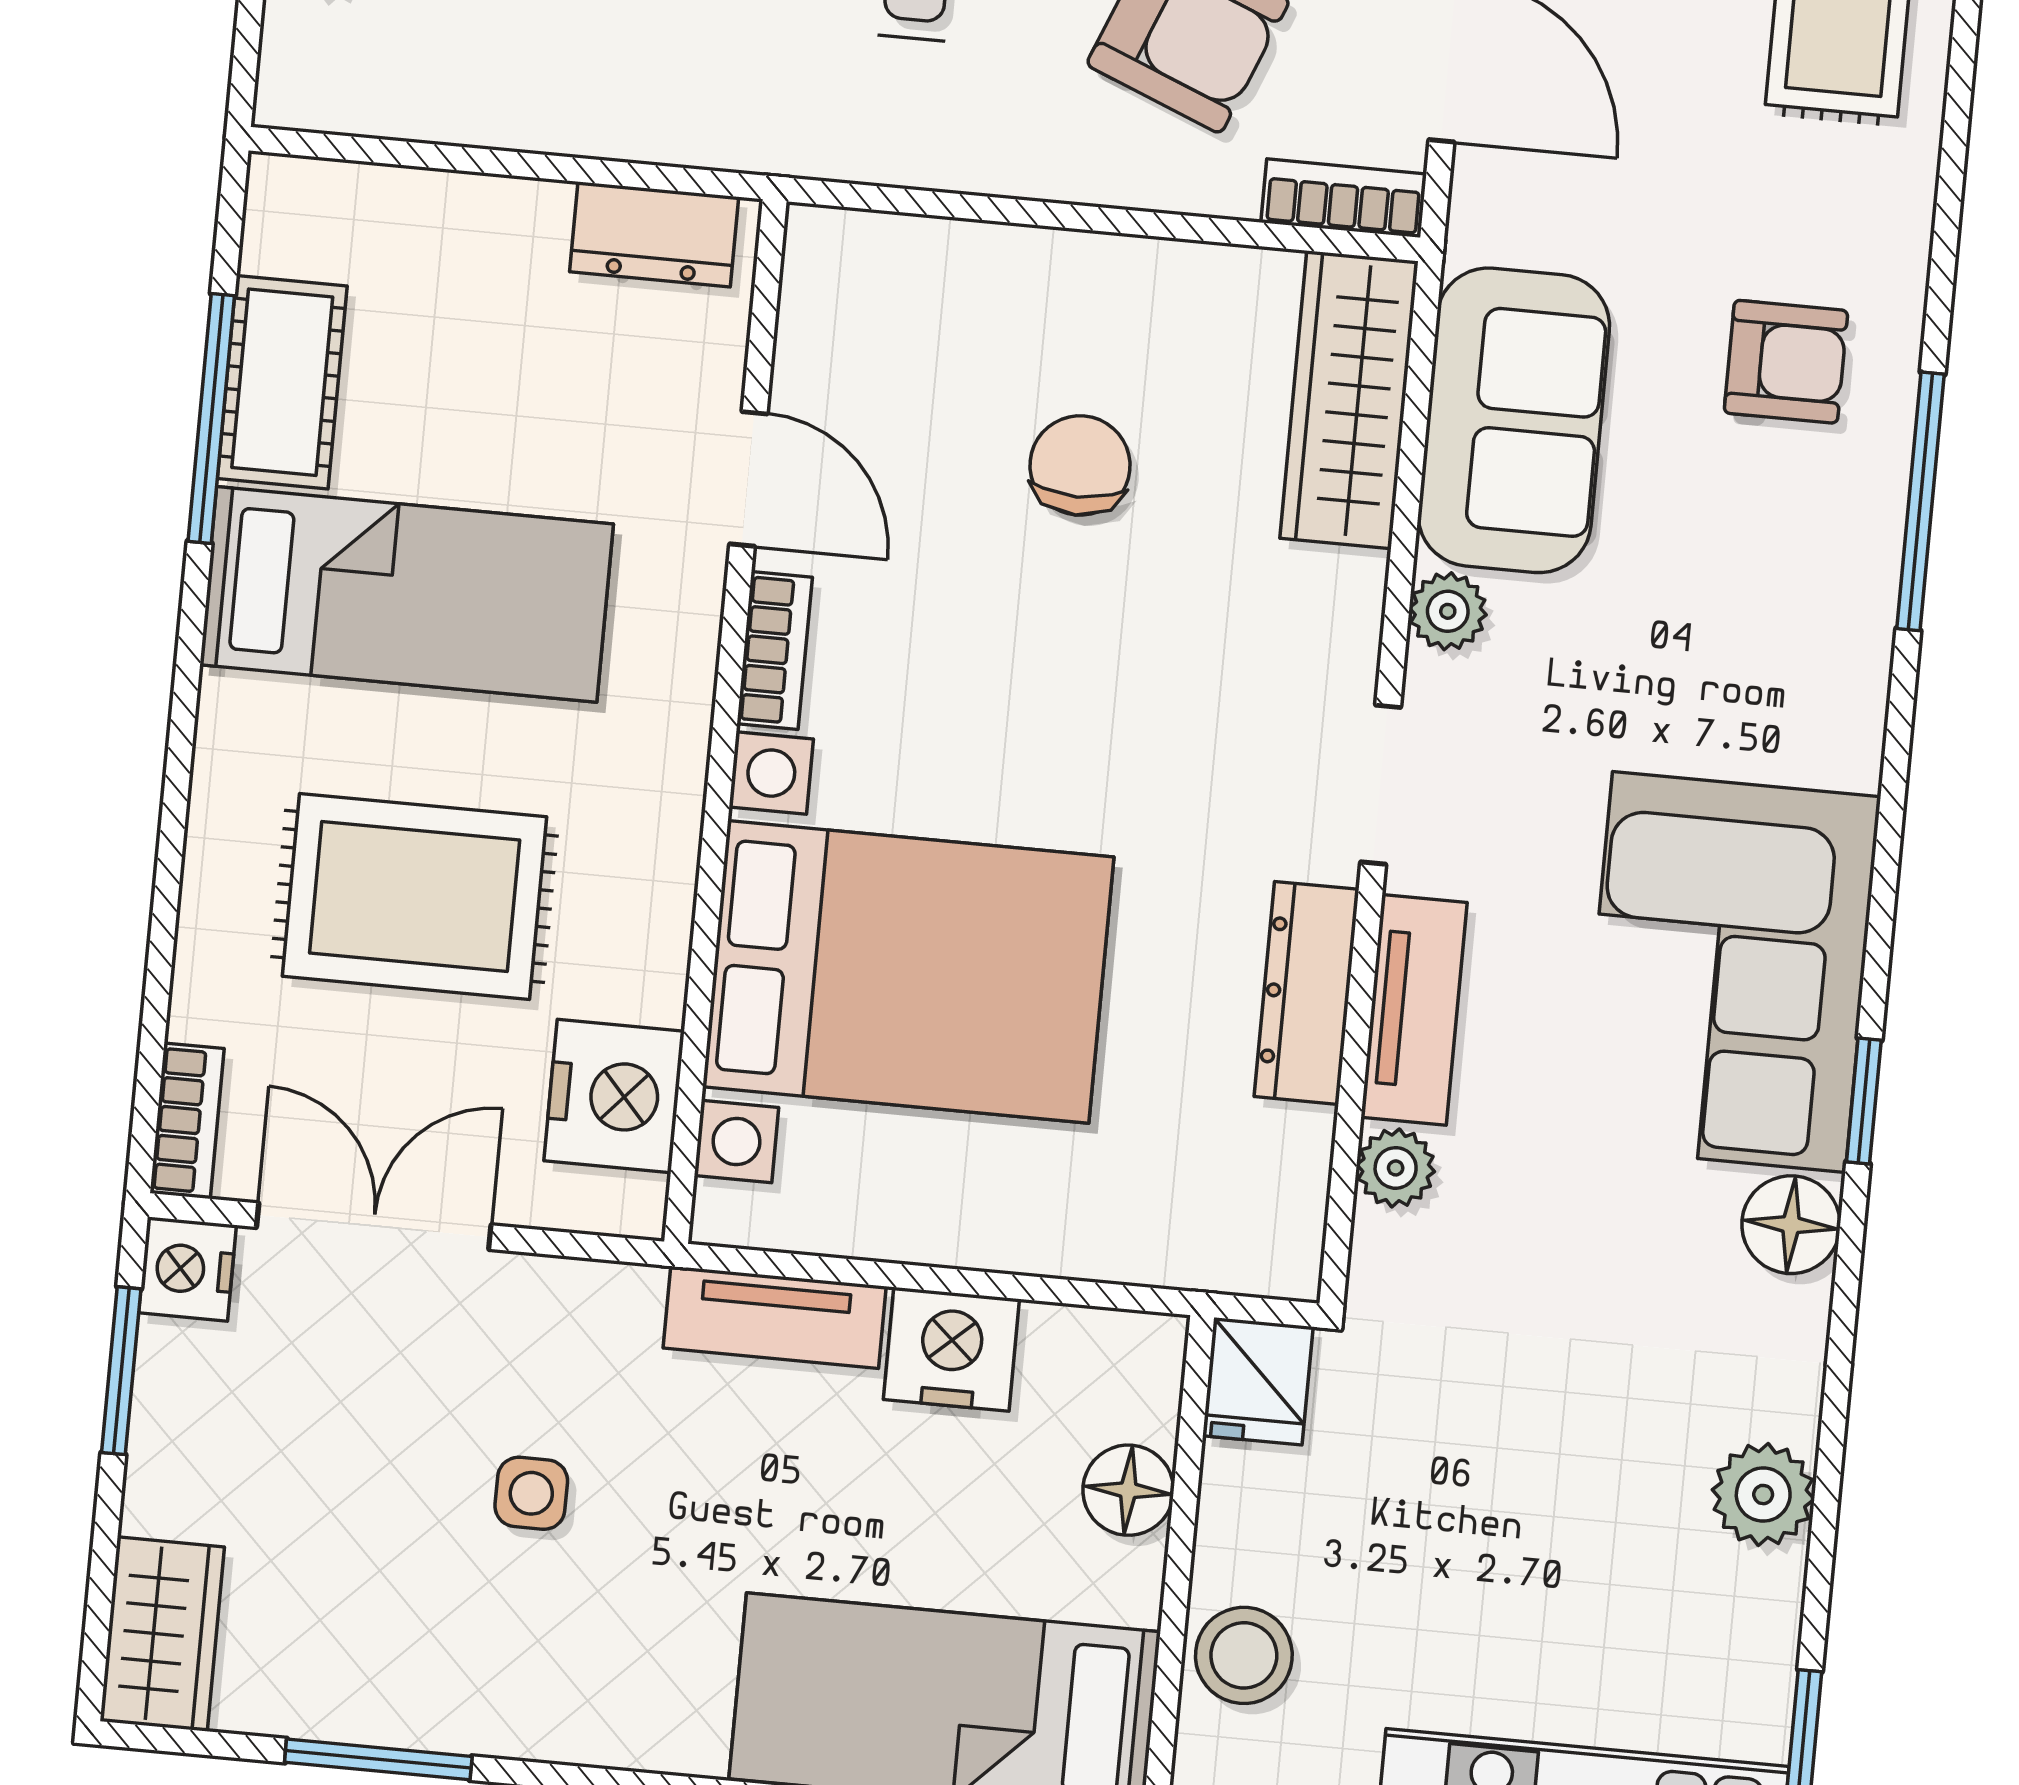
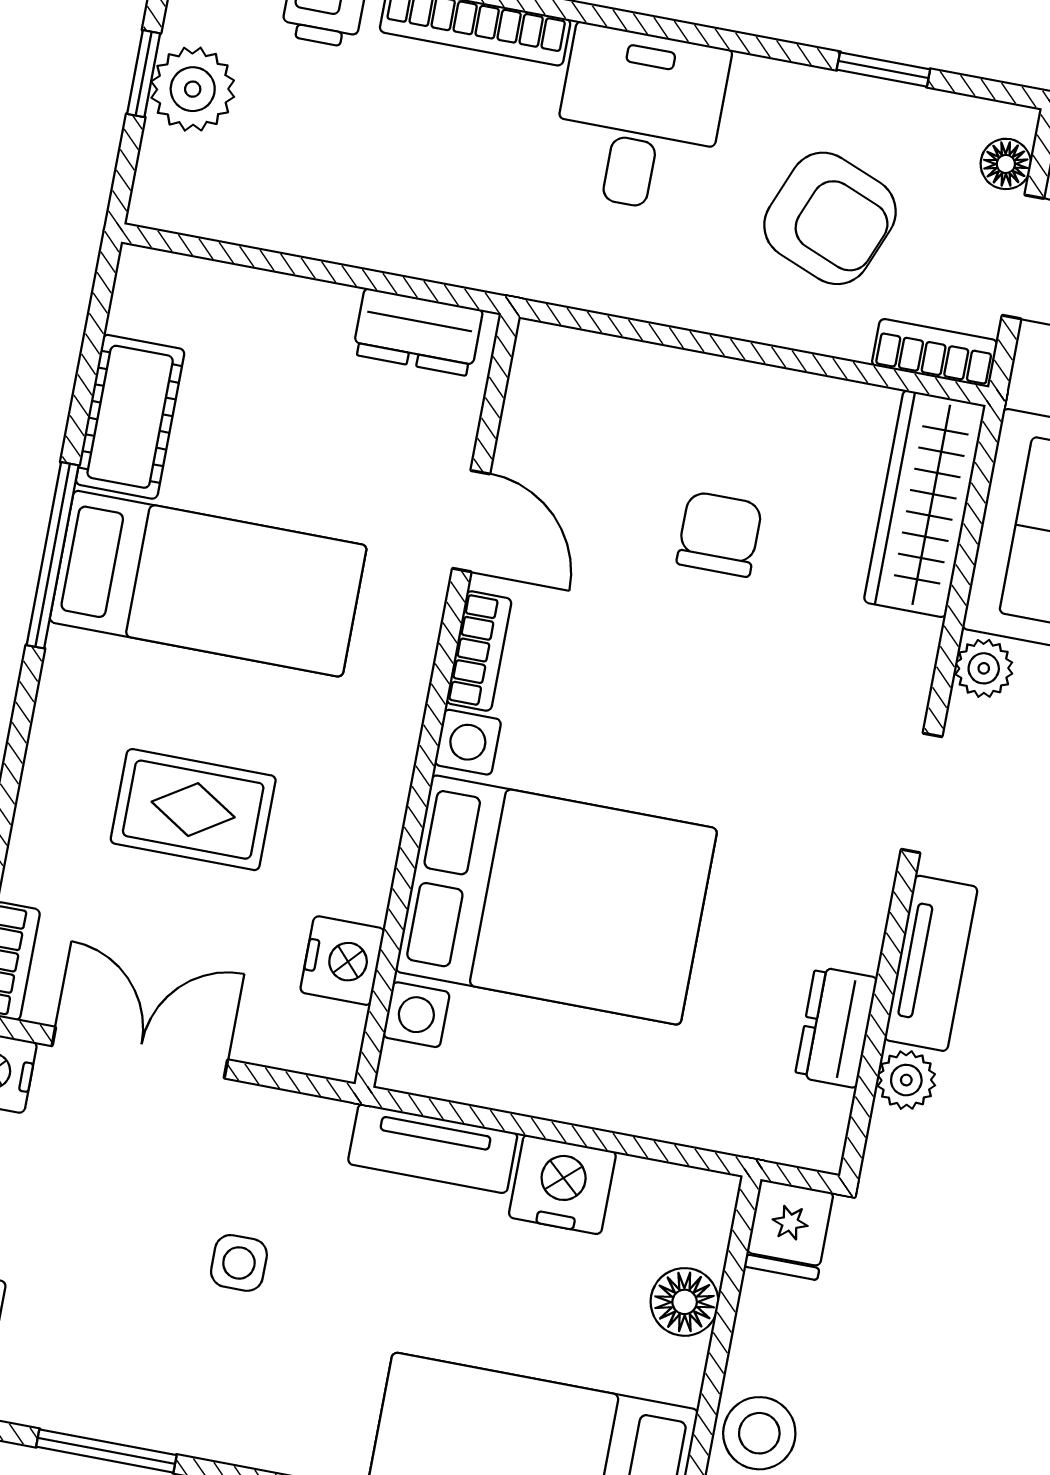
window: (211, 419) -> (53, 555), moved
rug: (415, 896) -> (193, 810), width x0.73, depth x0.70
dresser: (1307, 993) -> (836, 1027), moved, width x0.70
nightstand: (614, 1096) -> (342, 961), width x0.74, depth x0.75

